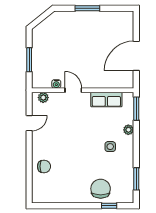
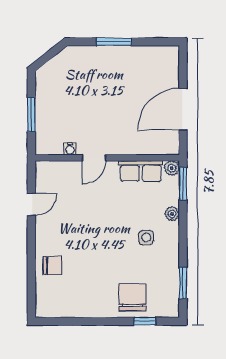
door: (73, 90) -> (94, 158), swing flipped
plant: (43, 98) -> (172, 168), moved

